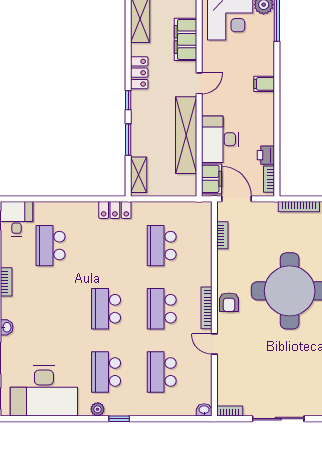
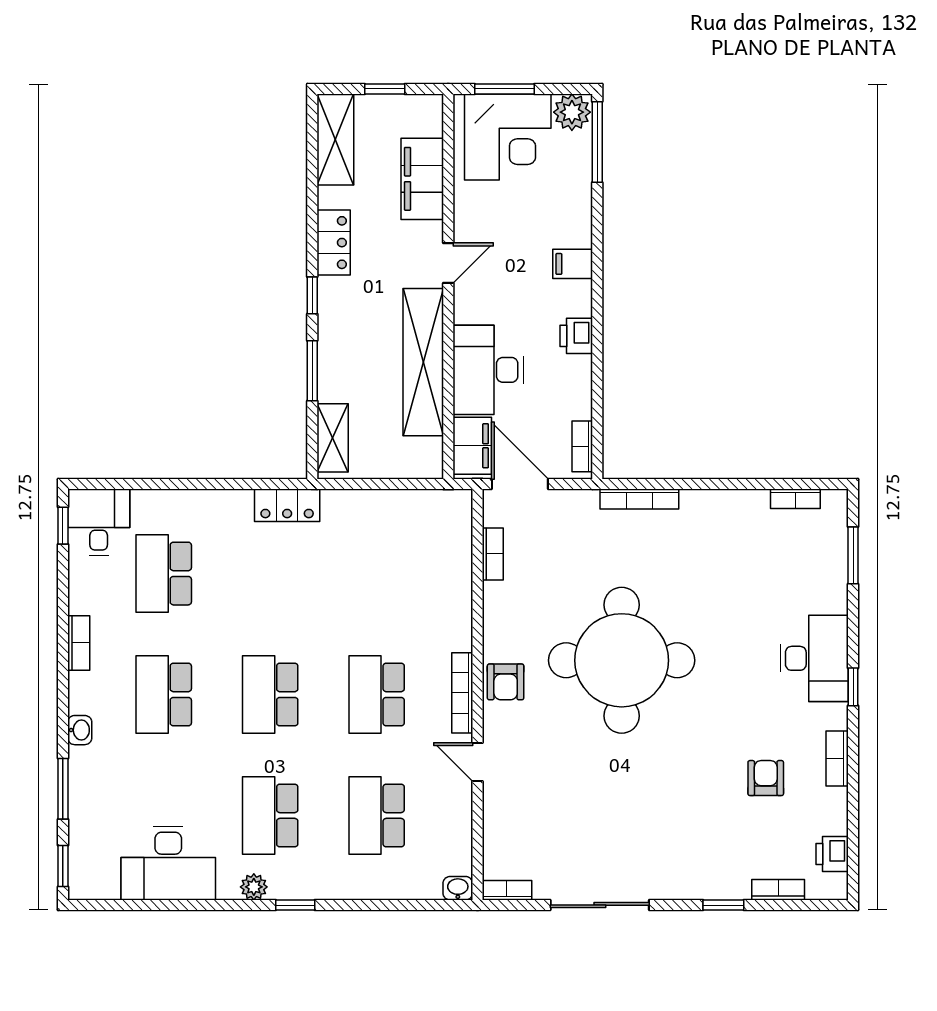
printer: (266, 155) -> (576, 336), moved
school desk: (162, 246) -> (164, 695), moved
desk: (44, 391) -> (168, 863), width x0.73, depth x0.77

